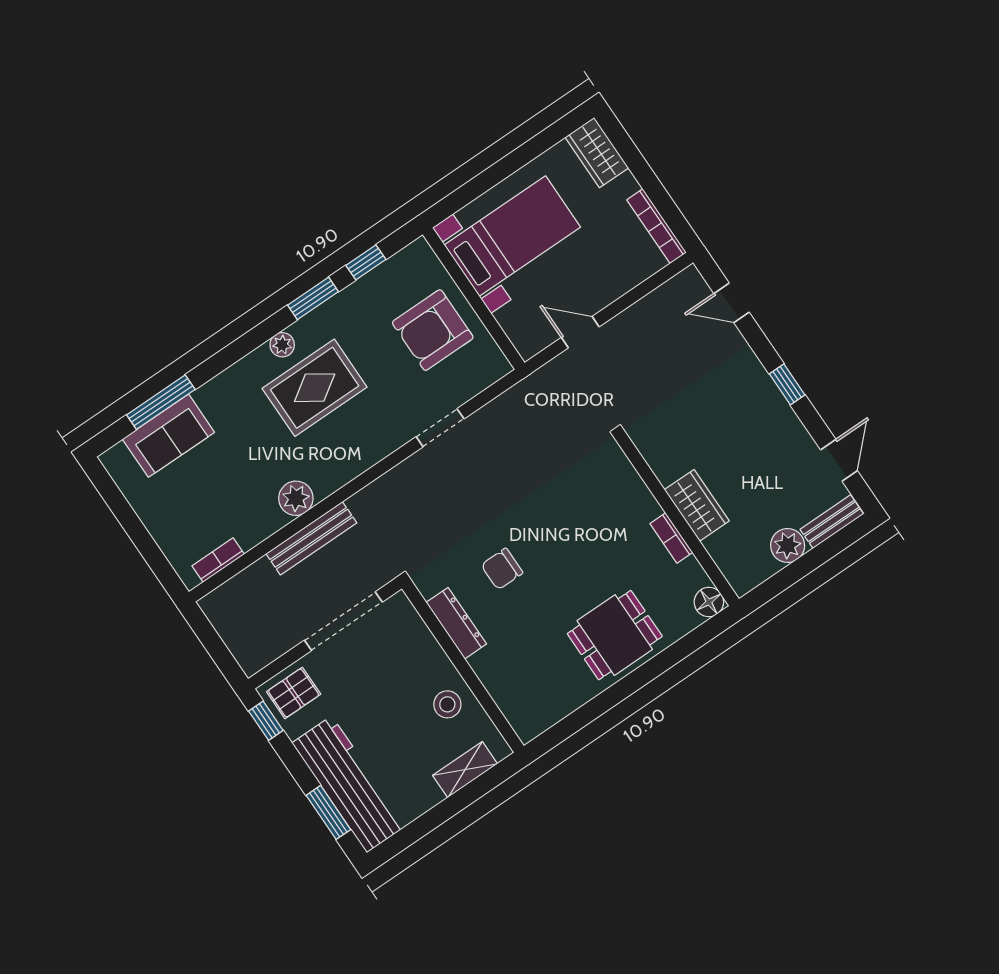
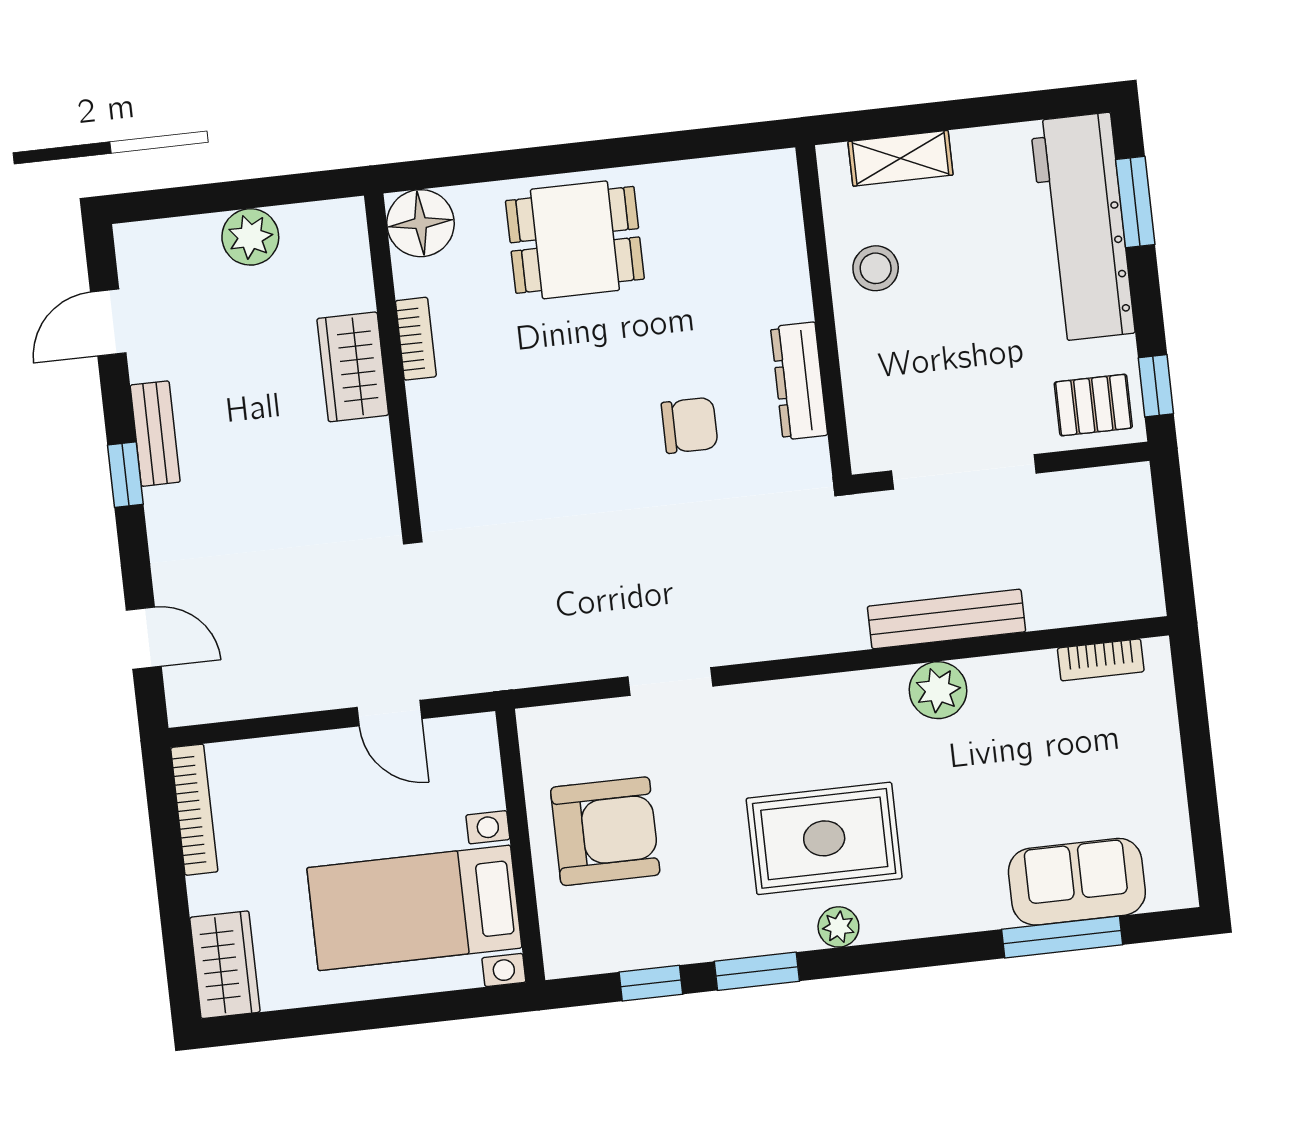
bench: (832, 522) -> (155, 434), moved, turned 90
floor lamp: (709, 602) -> (421, 223), width x1.38, depth x1.38

